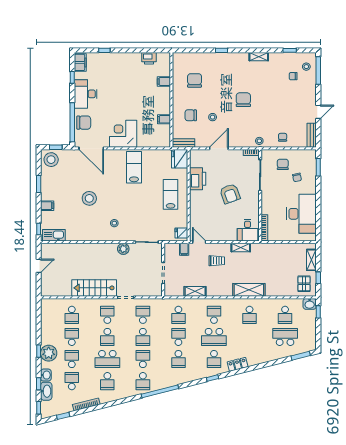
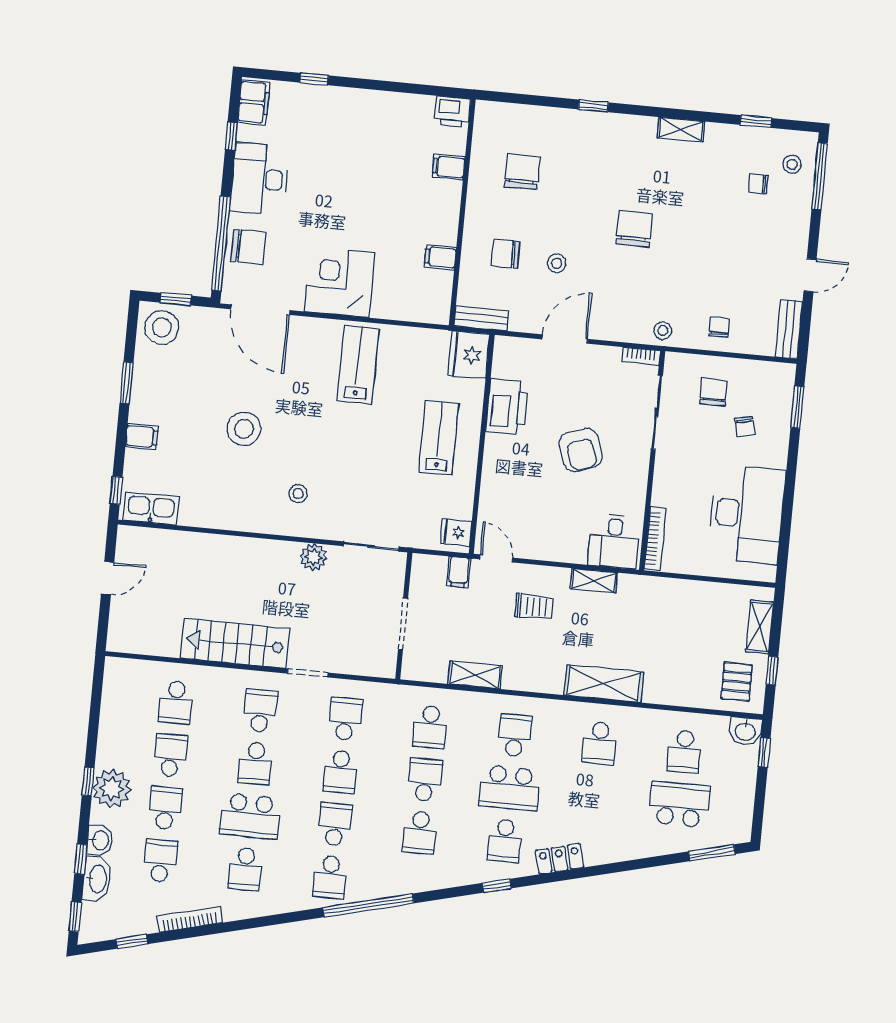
printer: (149, 58) -> (452, 112), moved

